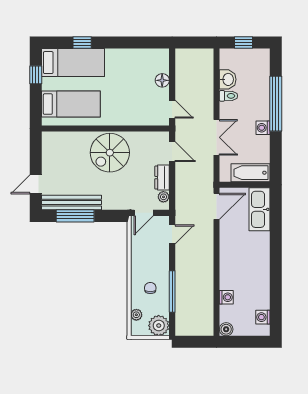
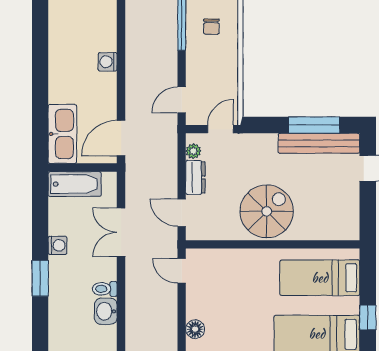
floor lamp: (162, 80) -> (195, 329), moved
window: (276, 104) -> (40, 278), width x0.47
washing machine: (226, 297) -> (108, 62), moved

